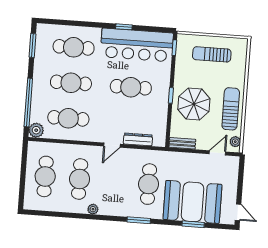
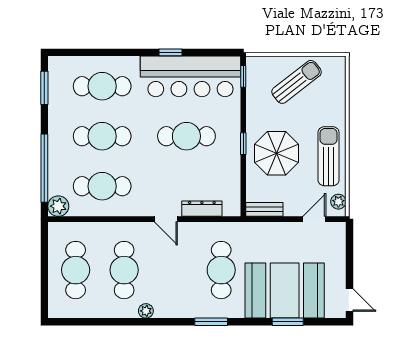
sun lounger: (212, 54) -> (296, 82), turned 142
door: (112, 145) -> (166, 219), hinge flipped

